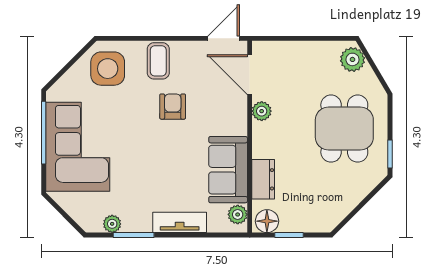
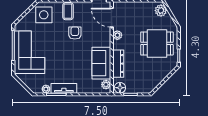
dining table: (344, 129) -> (157, 43), turned 90
dresser: (263, 179) -> (118, 64), width x1.44
tv unit: (180, 222) -> (64, 88), moved

